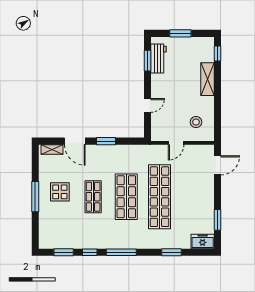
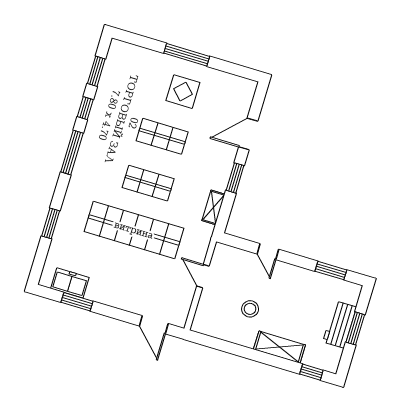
workbench: (159, 59) -> (340, 324), moved, turned 90
stool: (196, 122) -> (250, 309), moved
shelving: (52, 149) -> (213, 207), moved
shop shelf: (126, 197) -> (148, 183), width x0.70, depth x0.74
freezer: (203, 241) -> (70, 283), moved, turned -90

